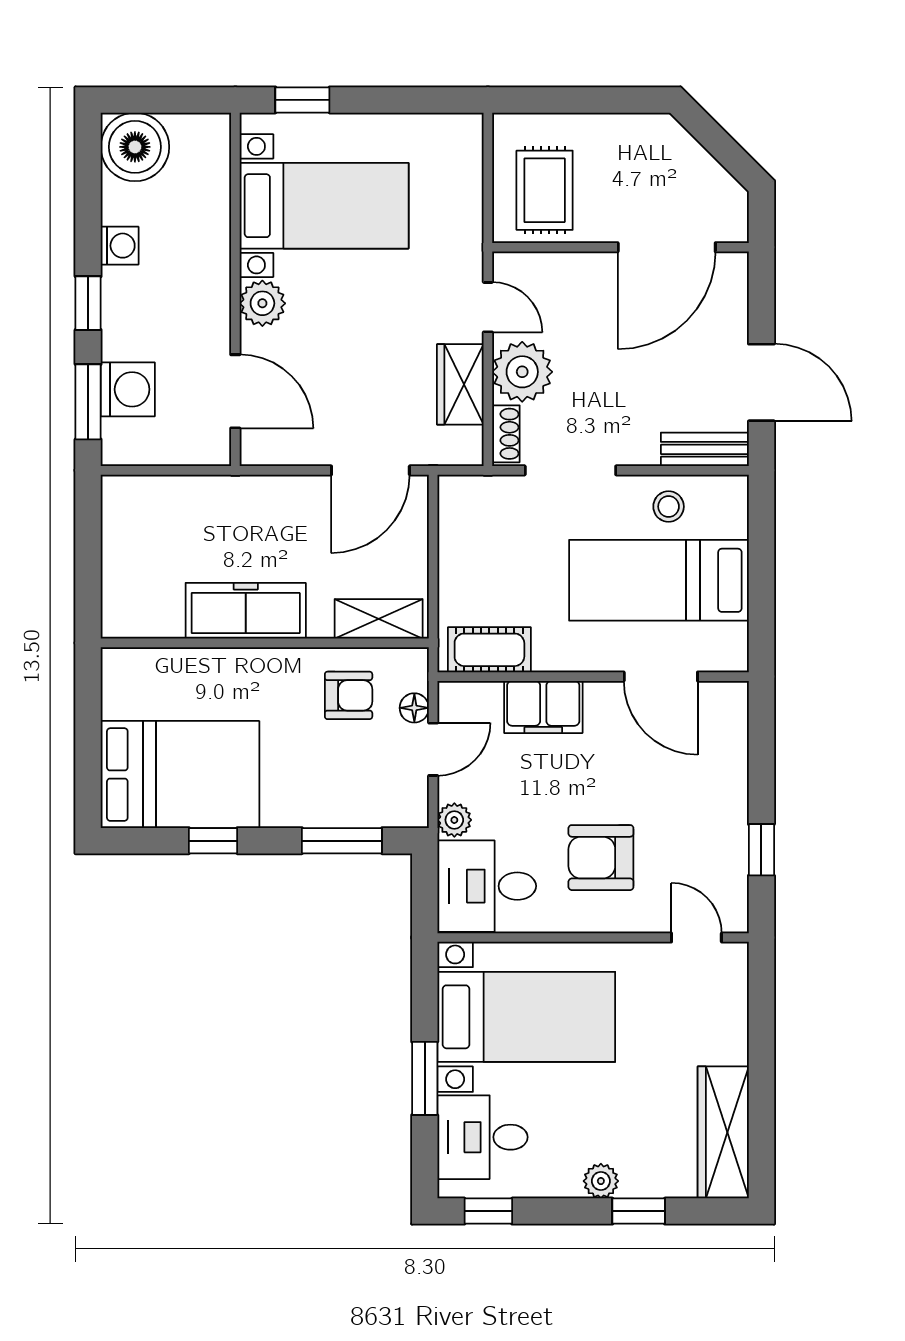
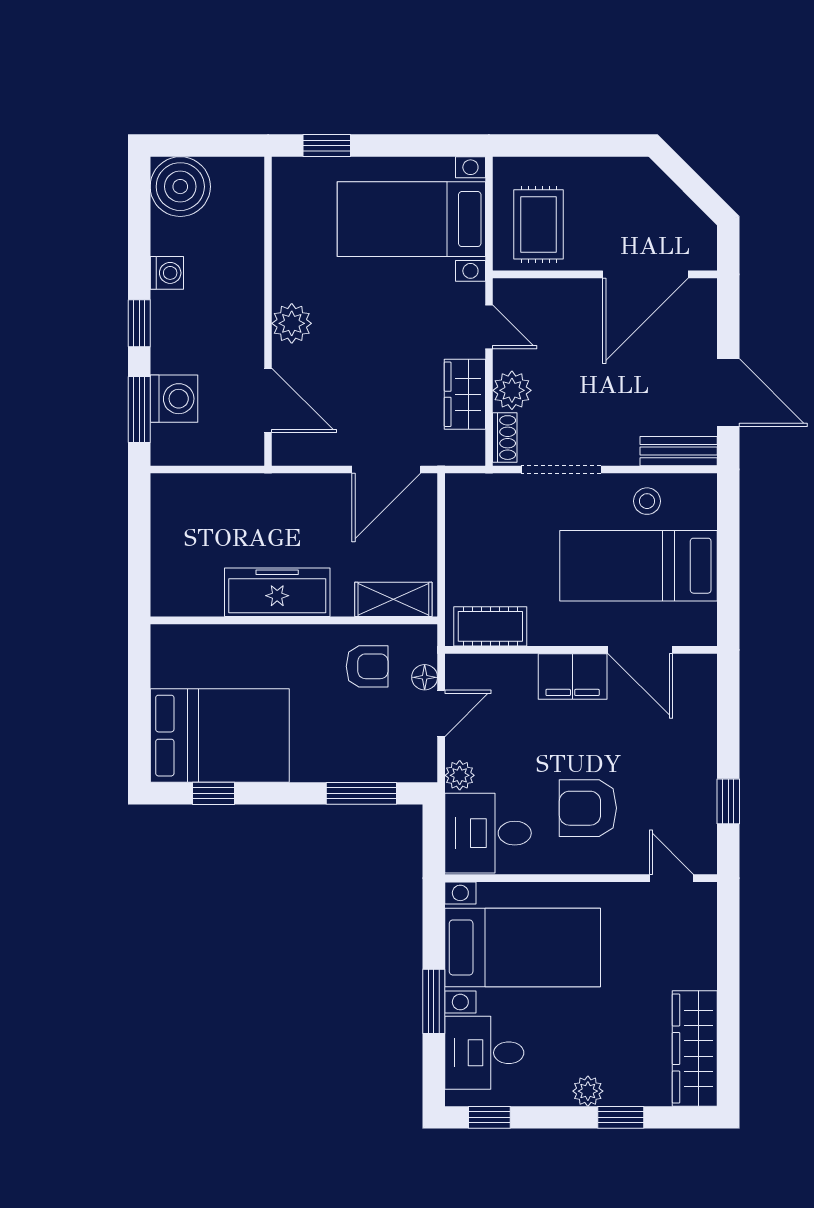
bed with nightstands: (324, 206) -> (411, 219), moved, turned 180
plant: (522, 372) -> (512, 390), width x0.73, depth x0.73
filing cabinet: (543, 707) -> (573, 676), moved
window: (213, 841) -> (214, 793), moved

